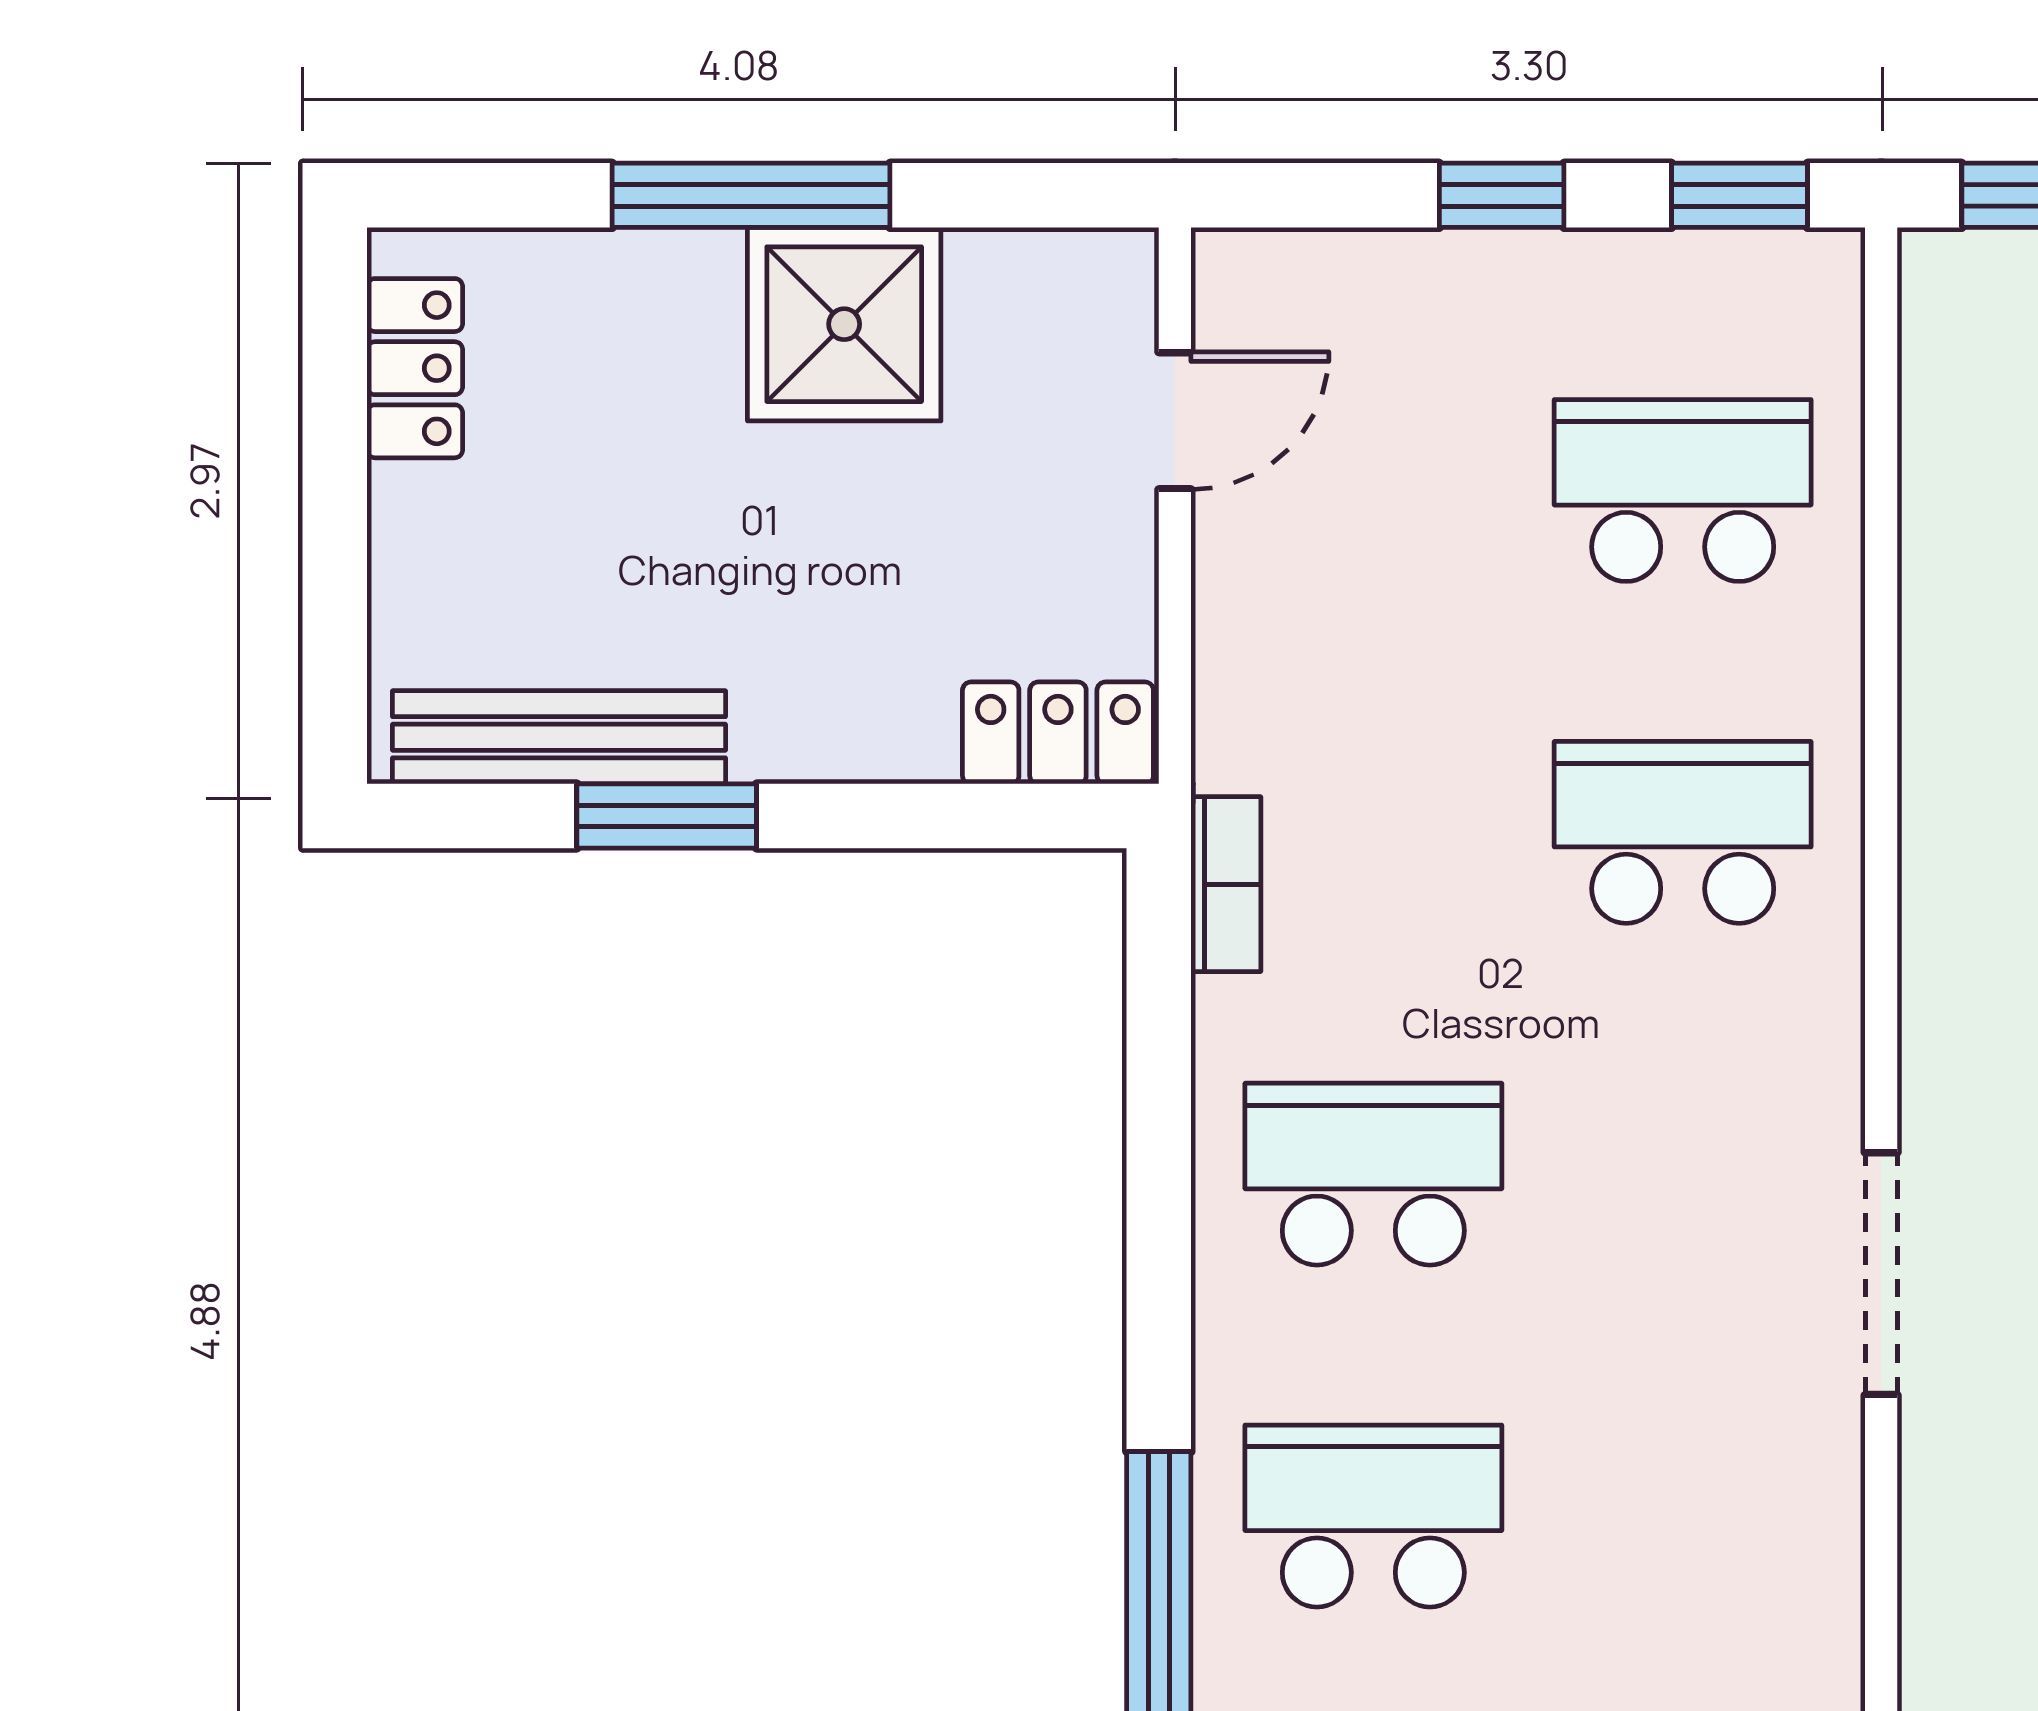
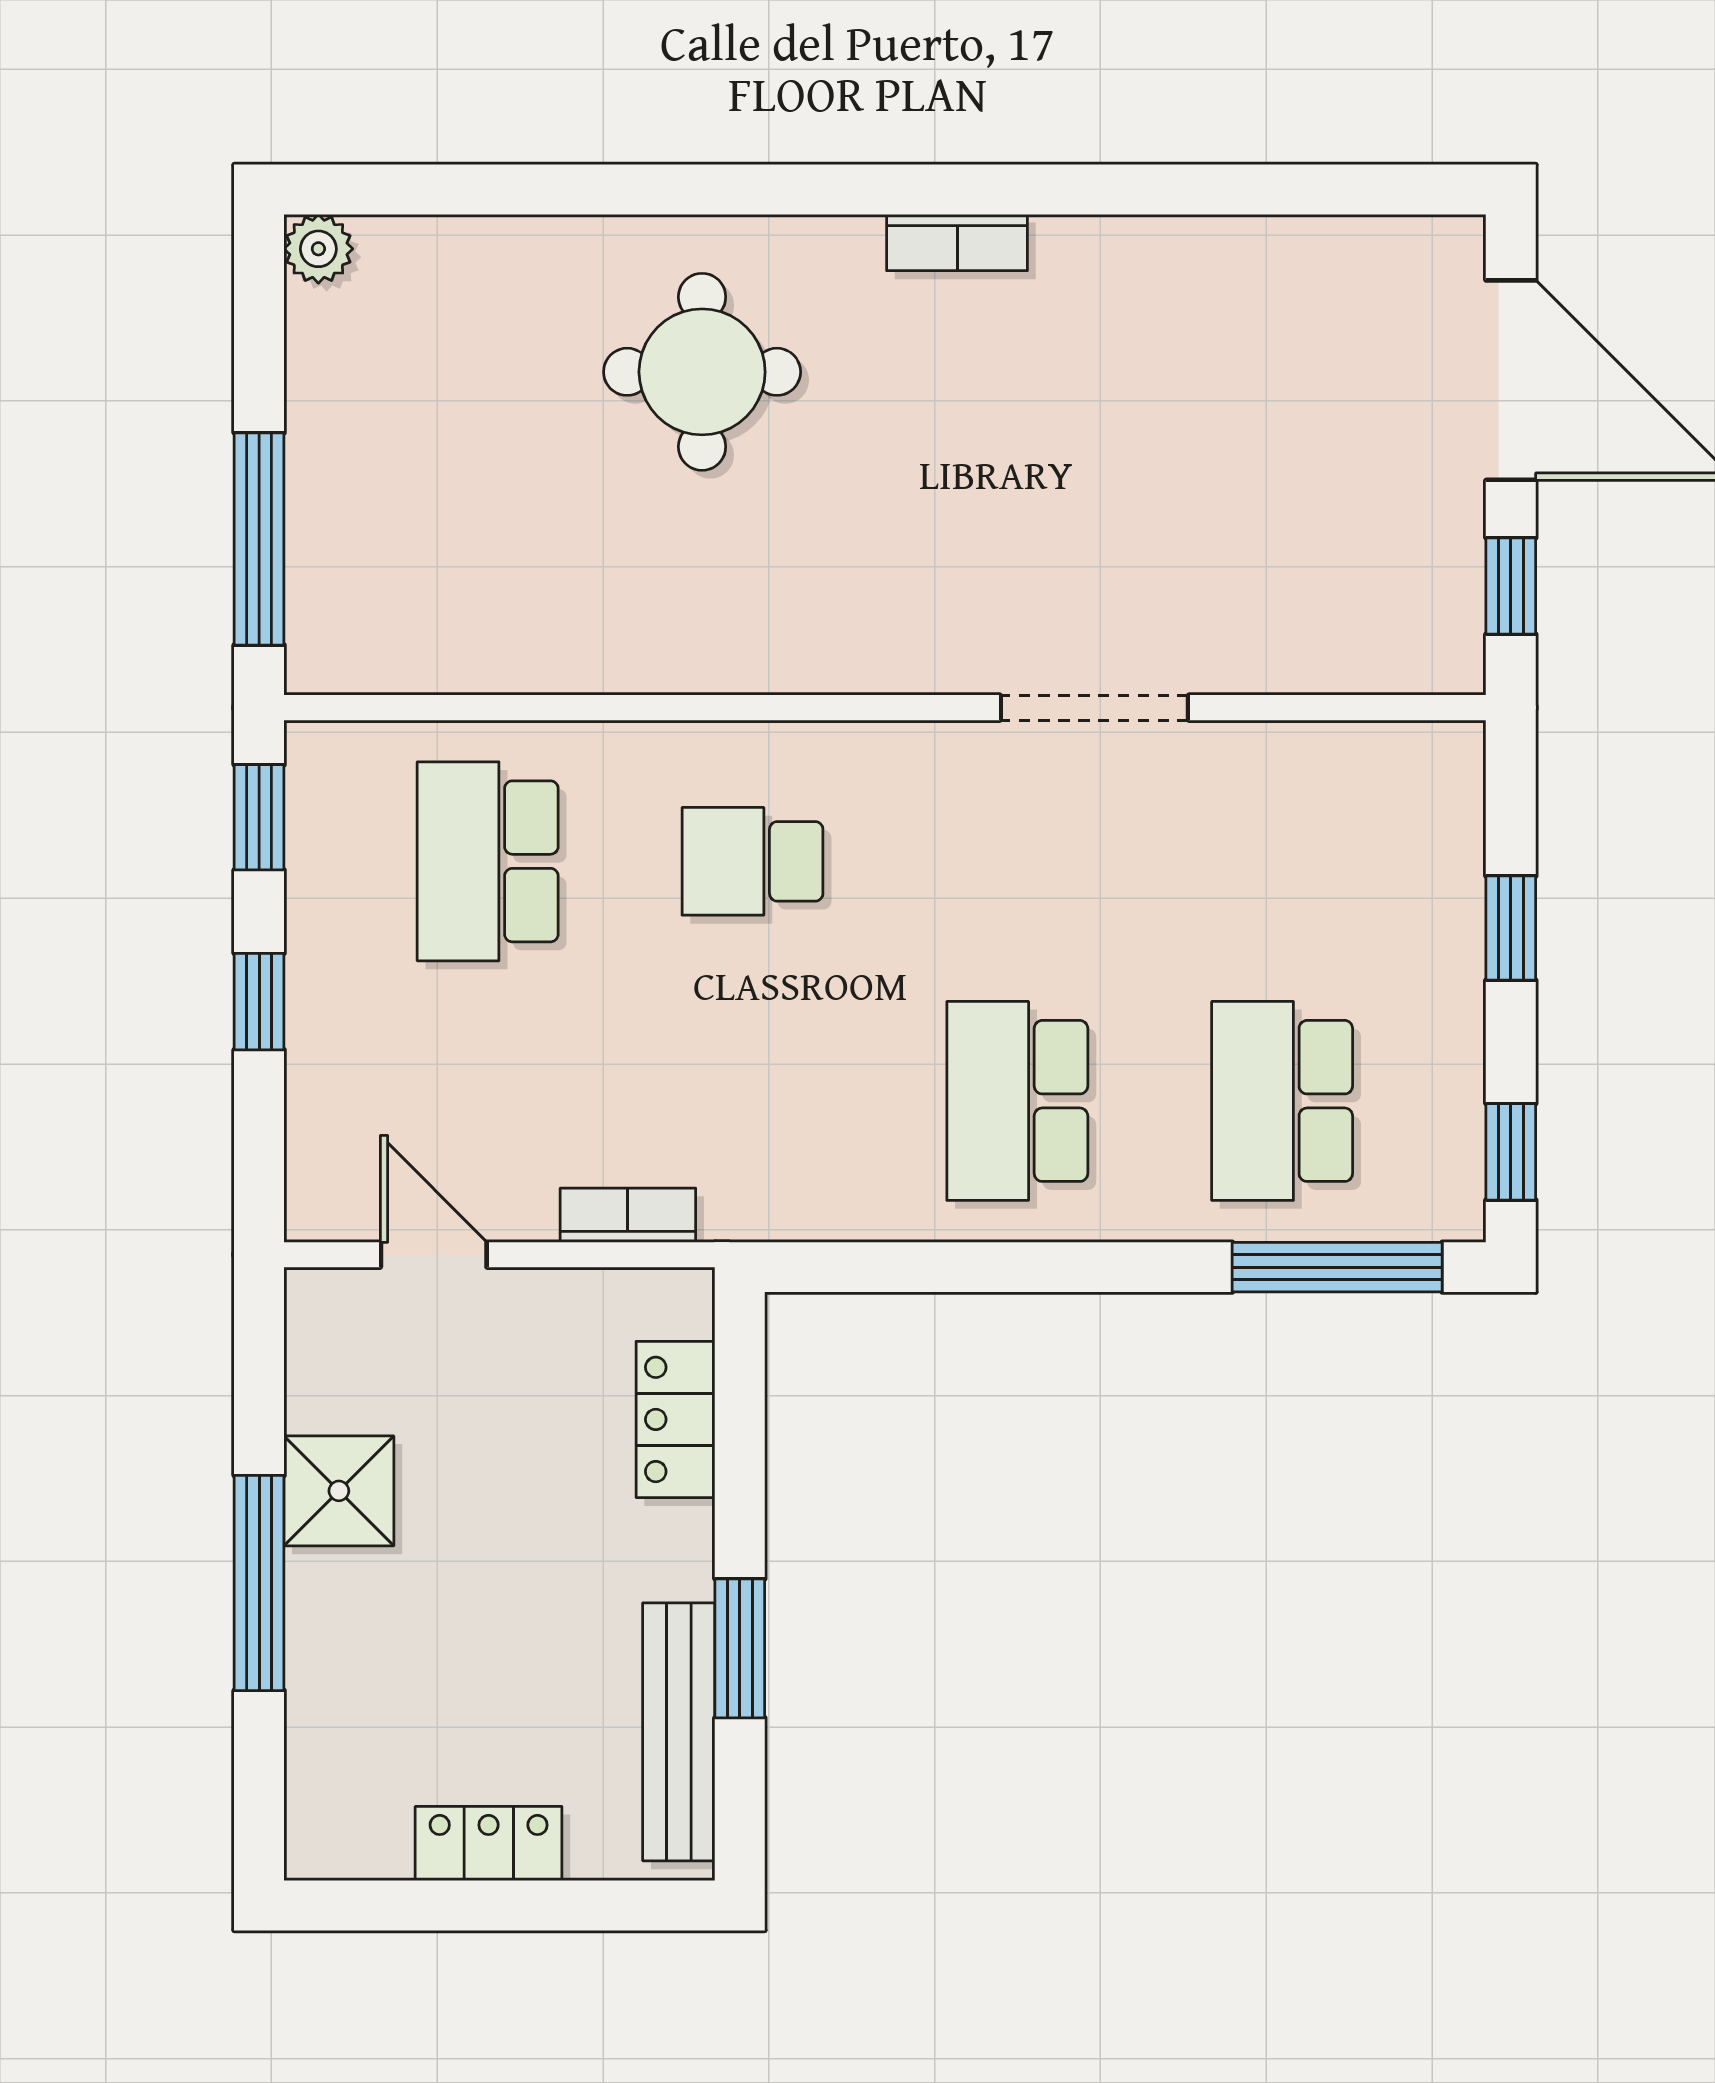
shower: (844, 324) -> (339, 1491), width x0.73, depth x0.73
locker: (415, 368) -> (489, 1843), moved
locker: (1058, 733) -> (675, 1419), moved
school desk: (1683, 832) -> (753, 861), width x0.54
bookcase: (1226, 884) -> (628, 1215), moved

